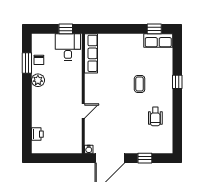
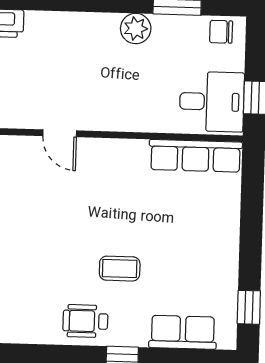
row of seats: (158, 40) -> (183, 332), moved, turned 90
chair: (39, 60) -> (221, 32), moved
wheelchair: (155, 117) -> (85, 321), moved

